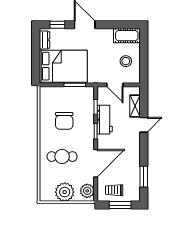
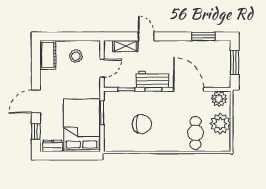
workbench: (105, 120) -> (152, 79), moved
cafe table: (62, 157) -> (195, 133), moved
trolley: (114, 190) -> (218, 69), removed

